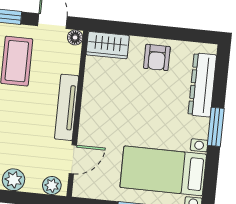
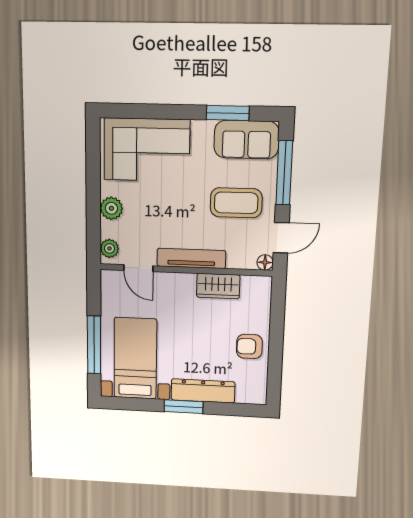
wardrobe: (108, 45) -> (218, 286), moved, turned -90
dresser: (202, 85) -> (203, 391), moved

